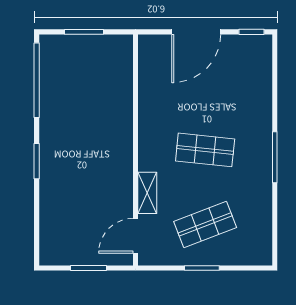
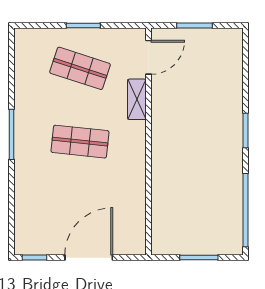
shop shelf: (205, 224) -> (80, 68), turned 39

